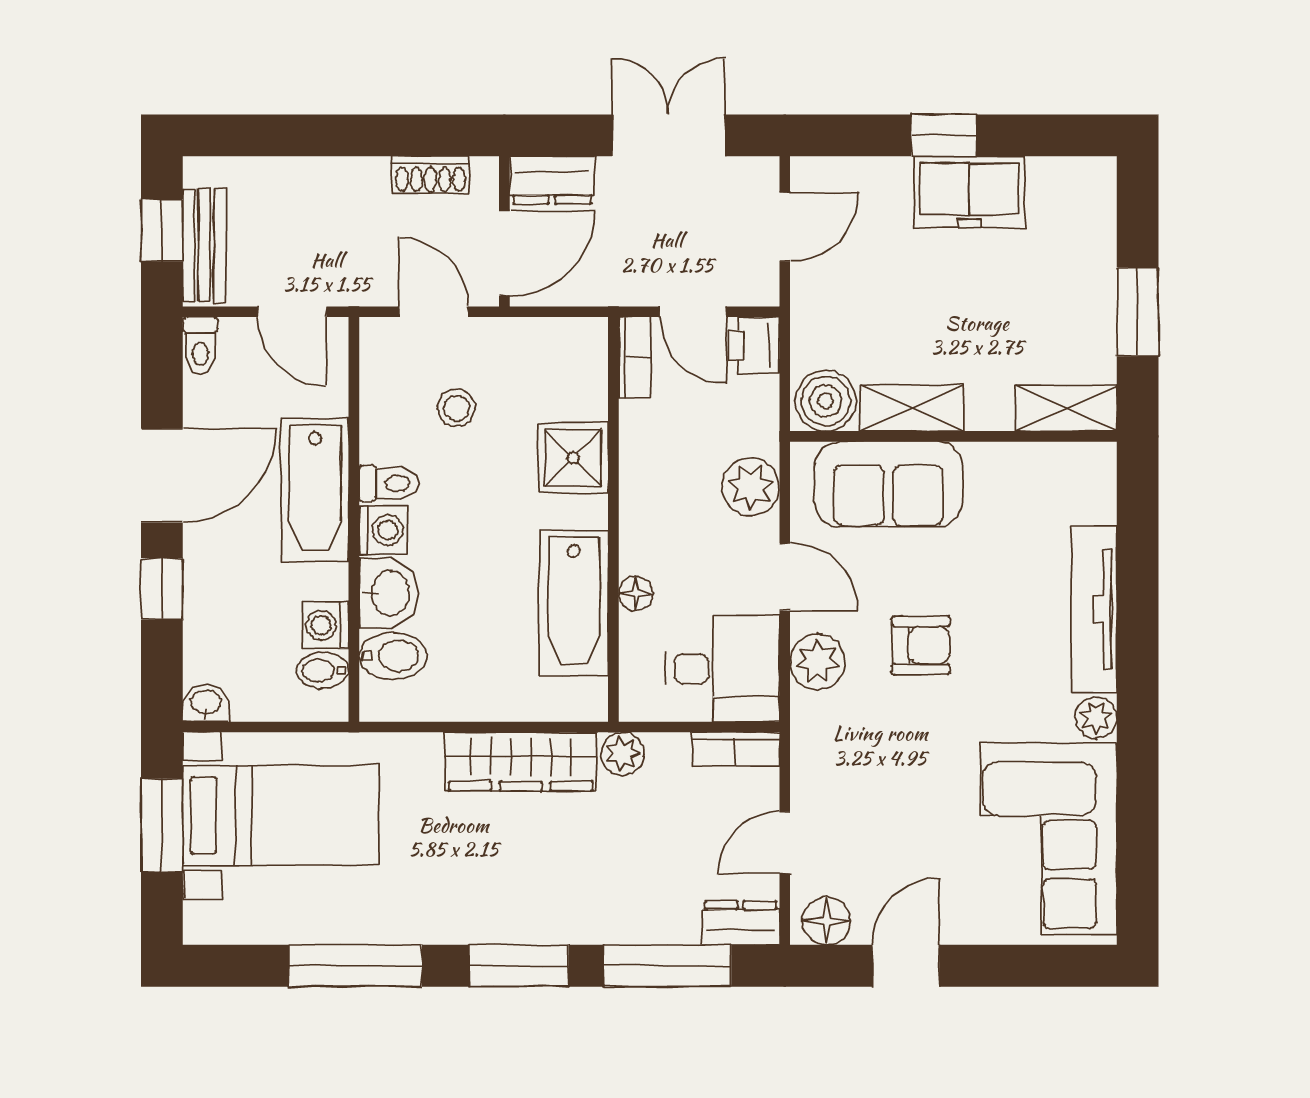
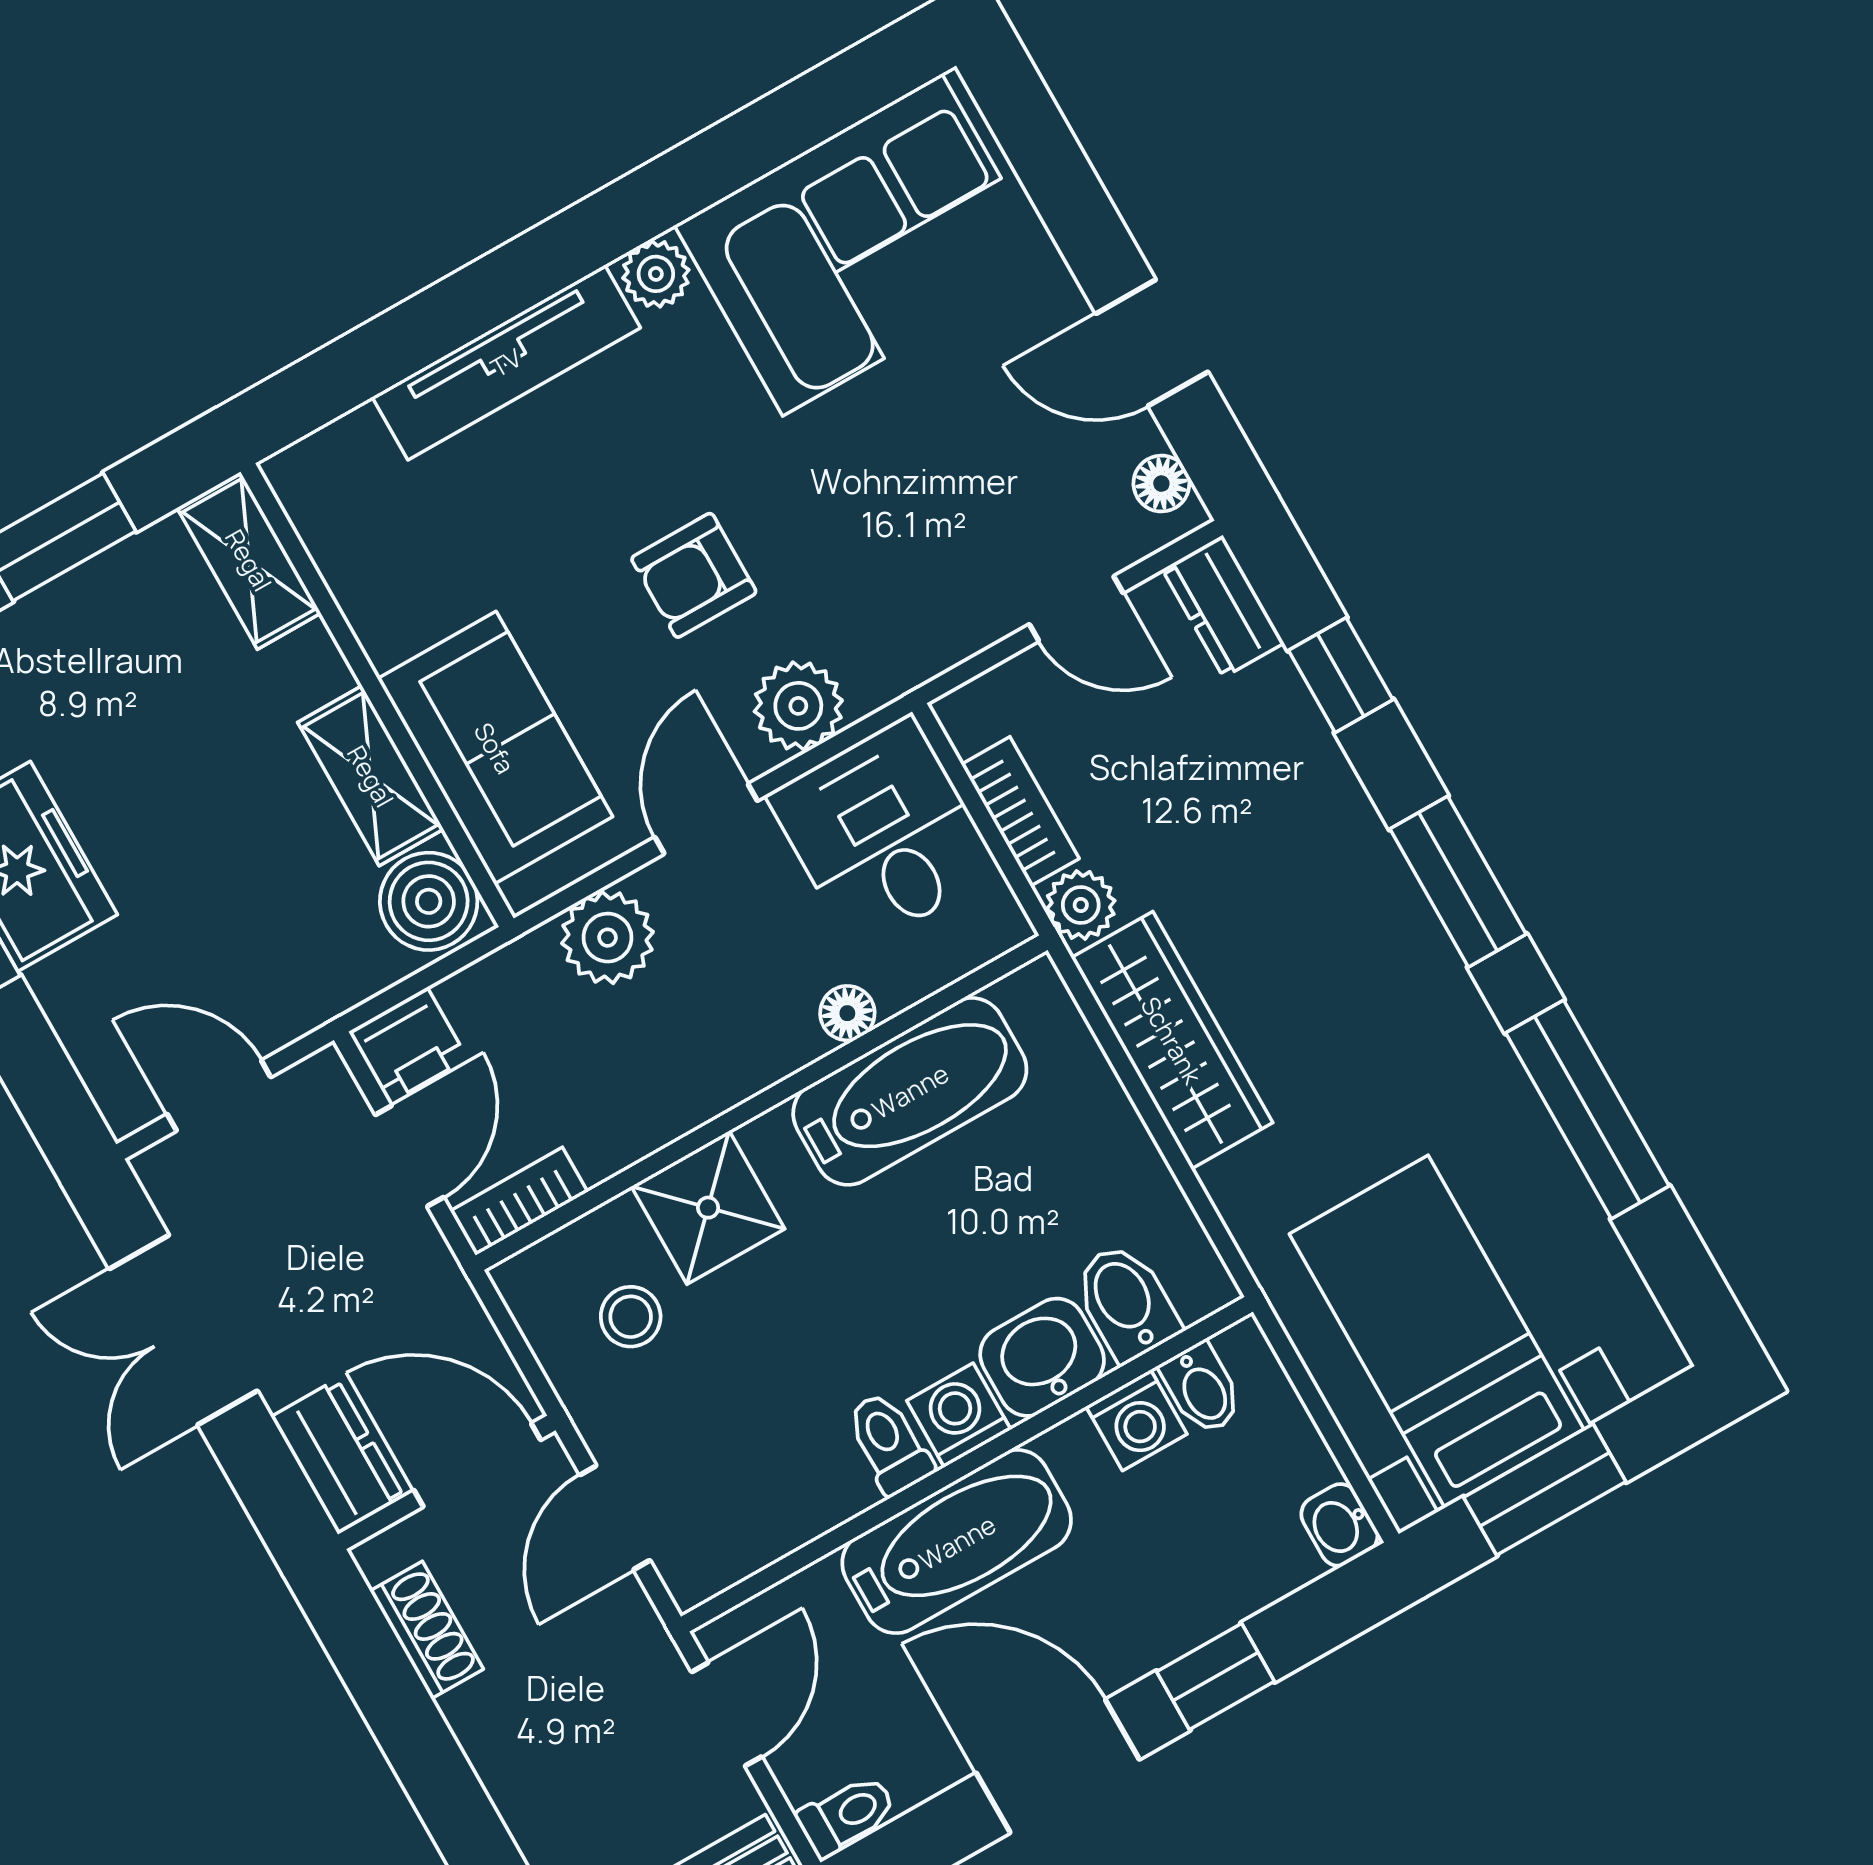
stool: (456, 408) -> (631, 1317), moved
armchair: (921, 645) -> (694, 575), turned -90
bookcase: (736, 750) -> (1020, 811), moved
floor lamp: (826, 921) -> (1161, 484), width x0.73, depth x0.73
window: (667, 966) -> (1341, 675), width x0.46

